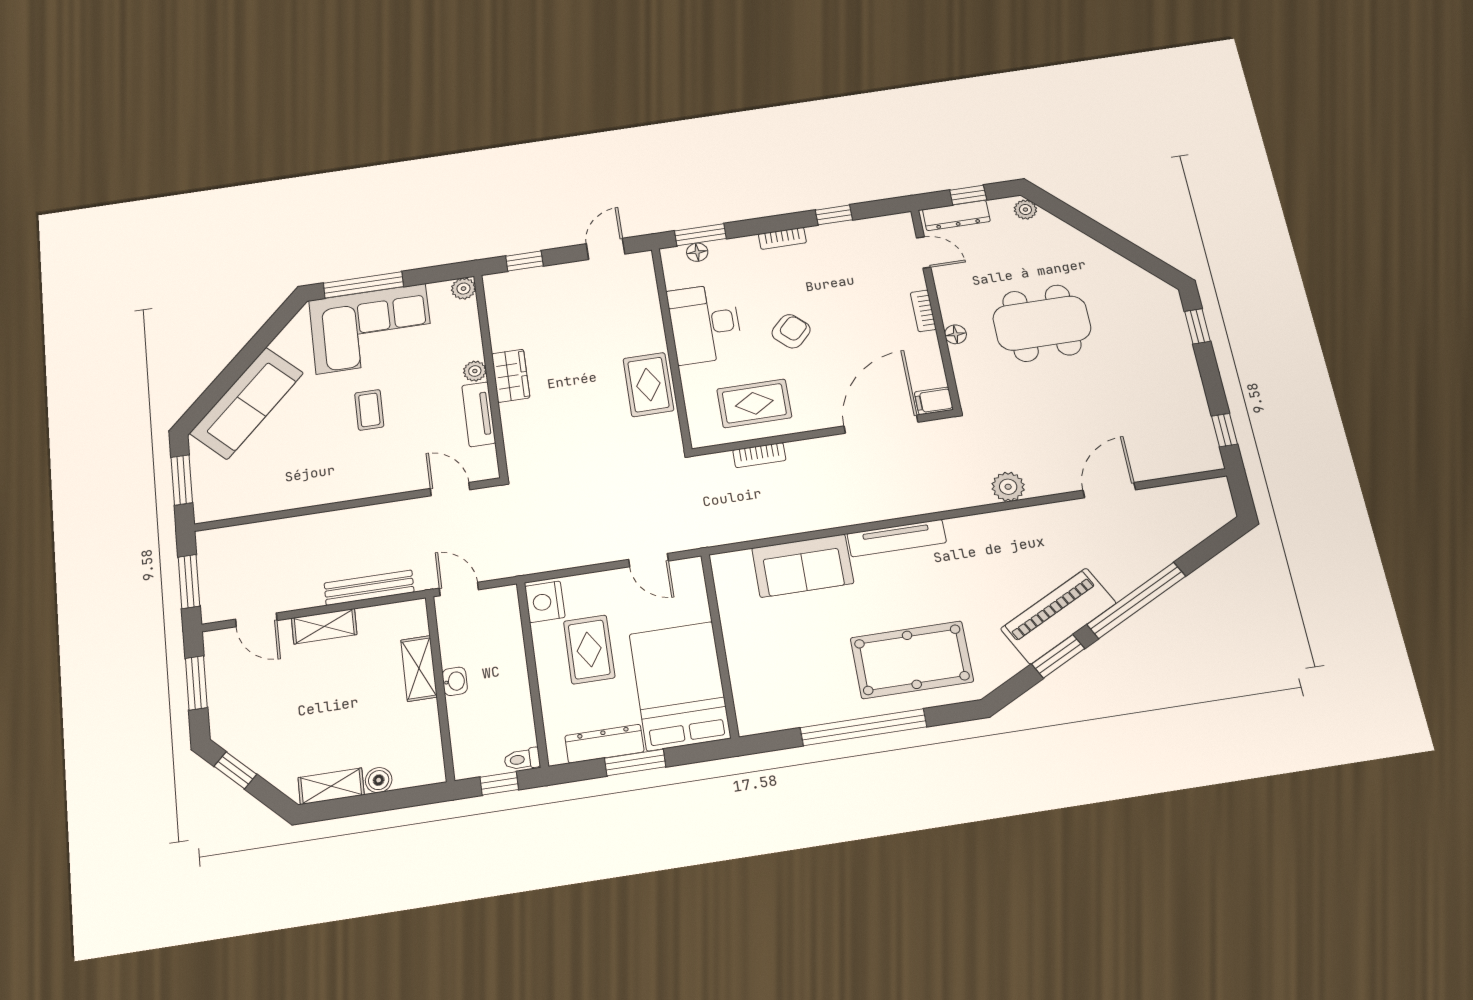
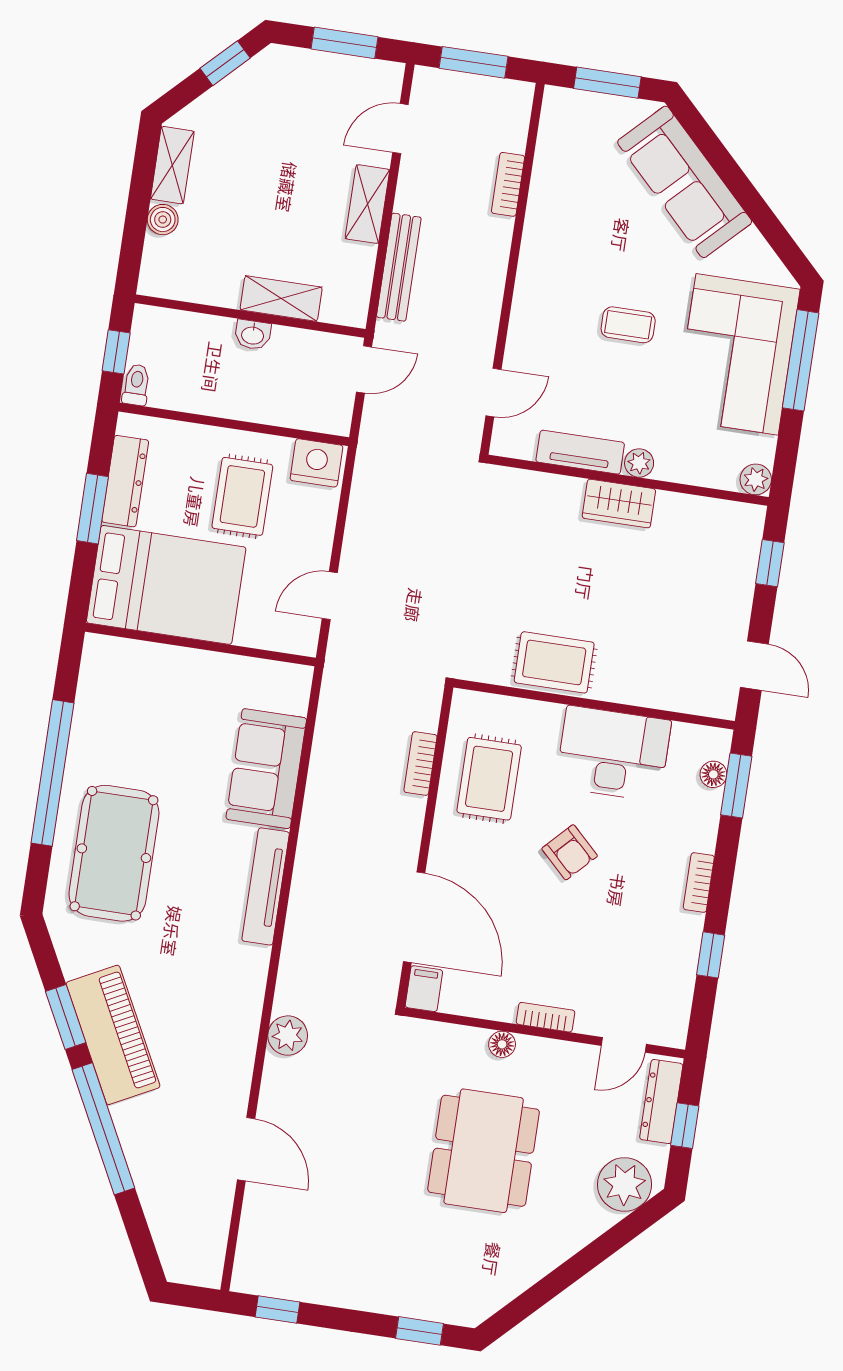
plant: (1025, 210) -> (624, 1184), width x1.88, depth x1.88
bookcase: (281, 527) -> (508, 184), added
rug: (589, 649) -> (242, 496), turned 90

